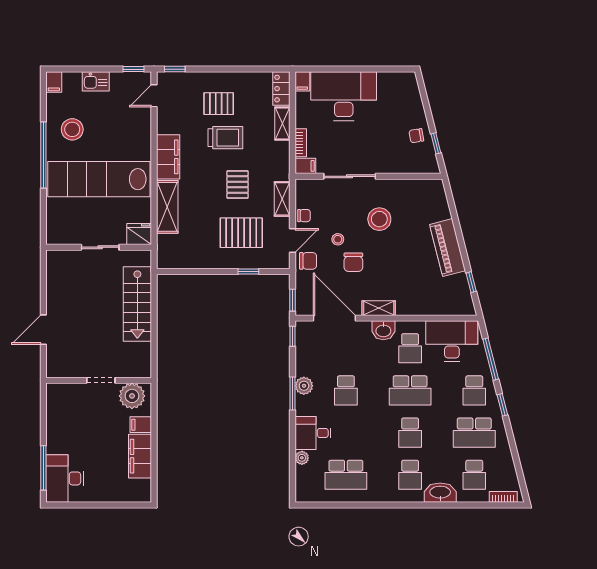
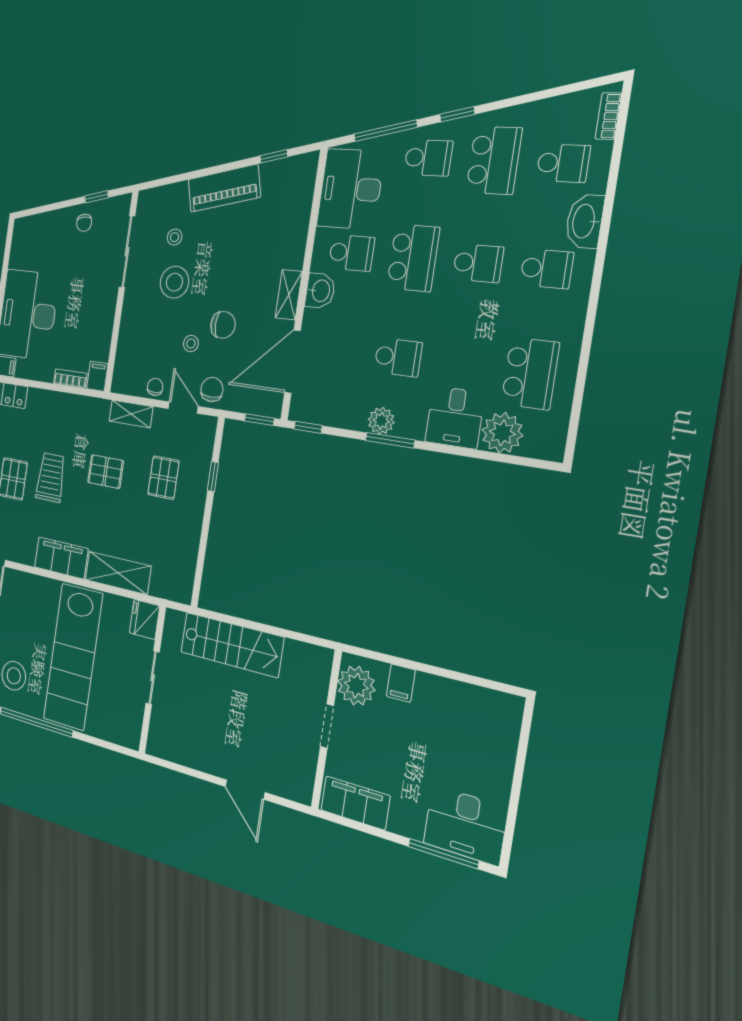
shelving: (282, 124) -> (46, 399), removed
sliding door: (350, 176) -> (127, 252), moved
stool: (411, 214) -> (175, 237), added
pallet: (241, 233) -> (163, 478), width x0.67, depth x0.71
filing cabinet: (140, 456) -> (355, 803), moved, turned 180
plant: (302, 458) -> (502, 433), width x1.88, depth x1.88

